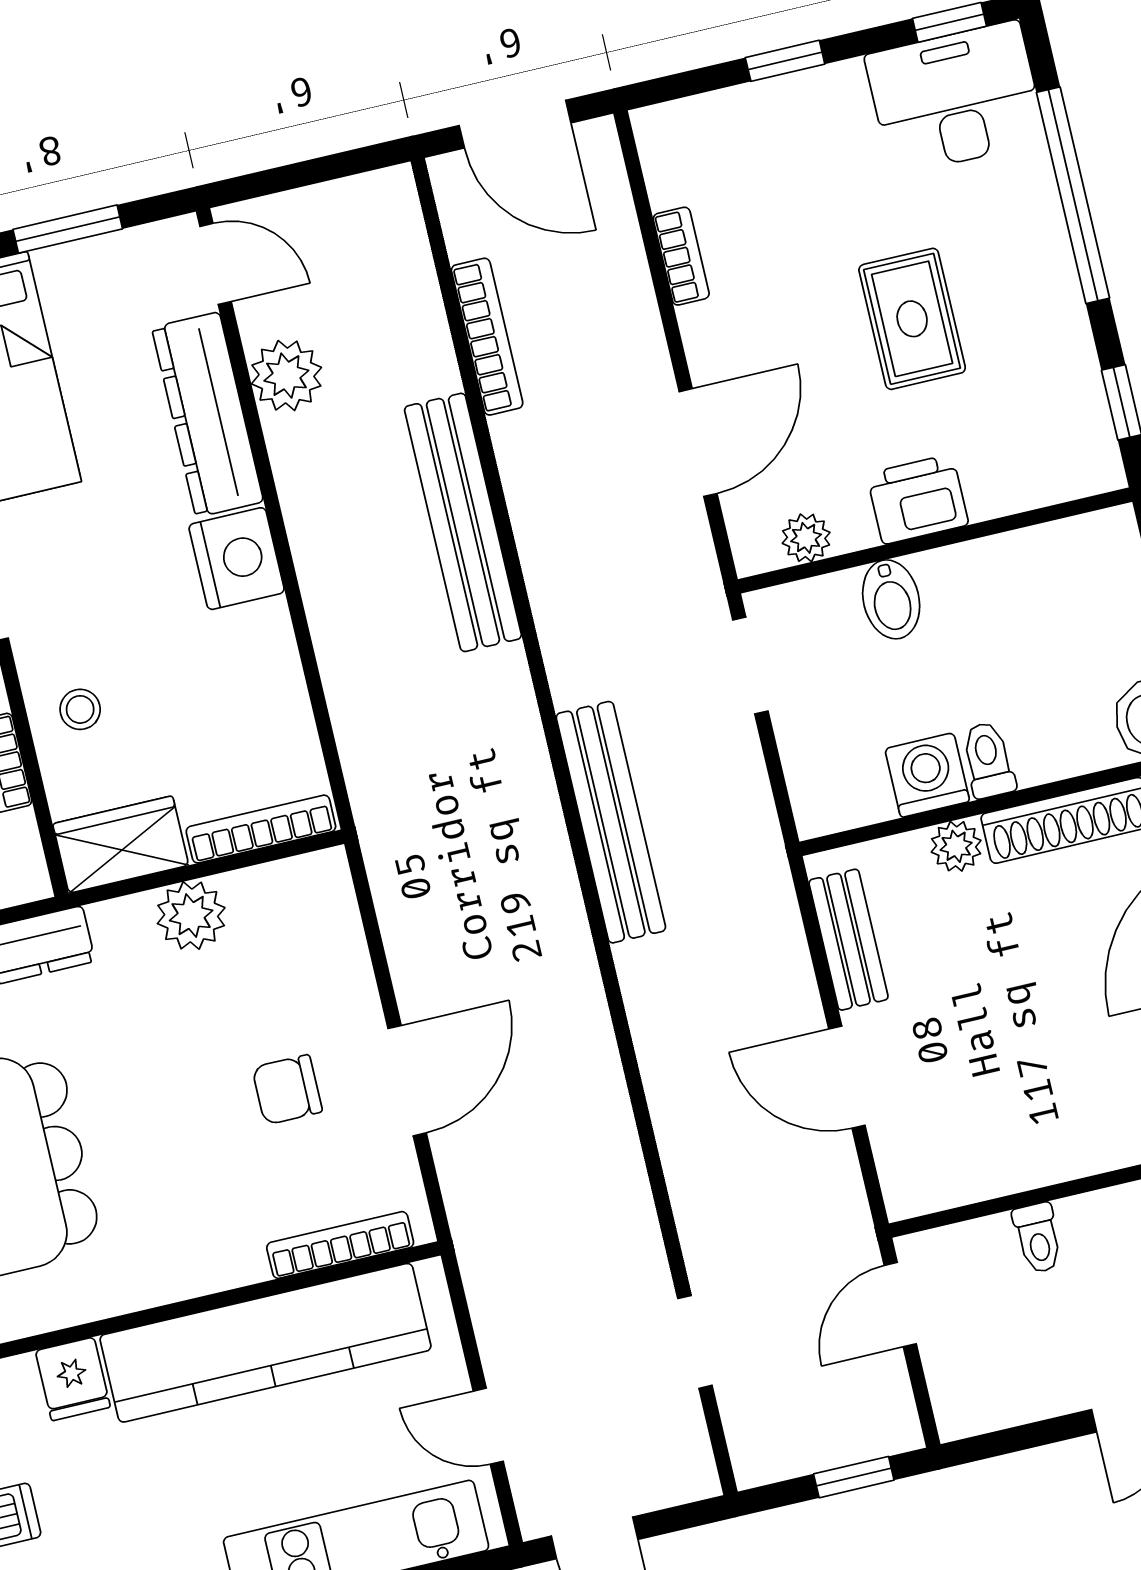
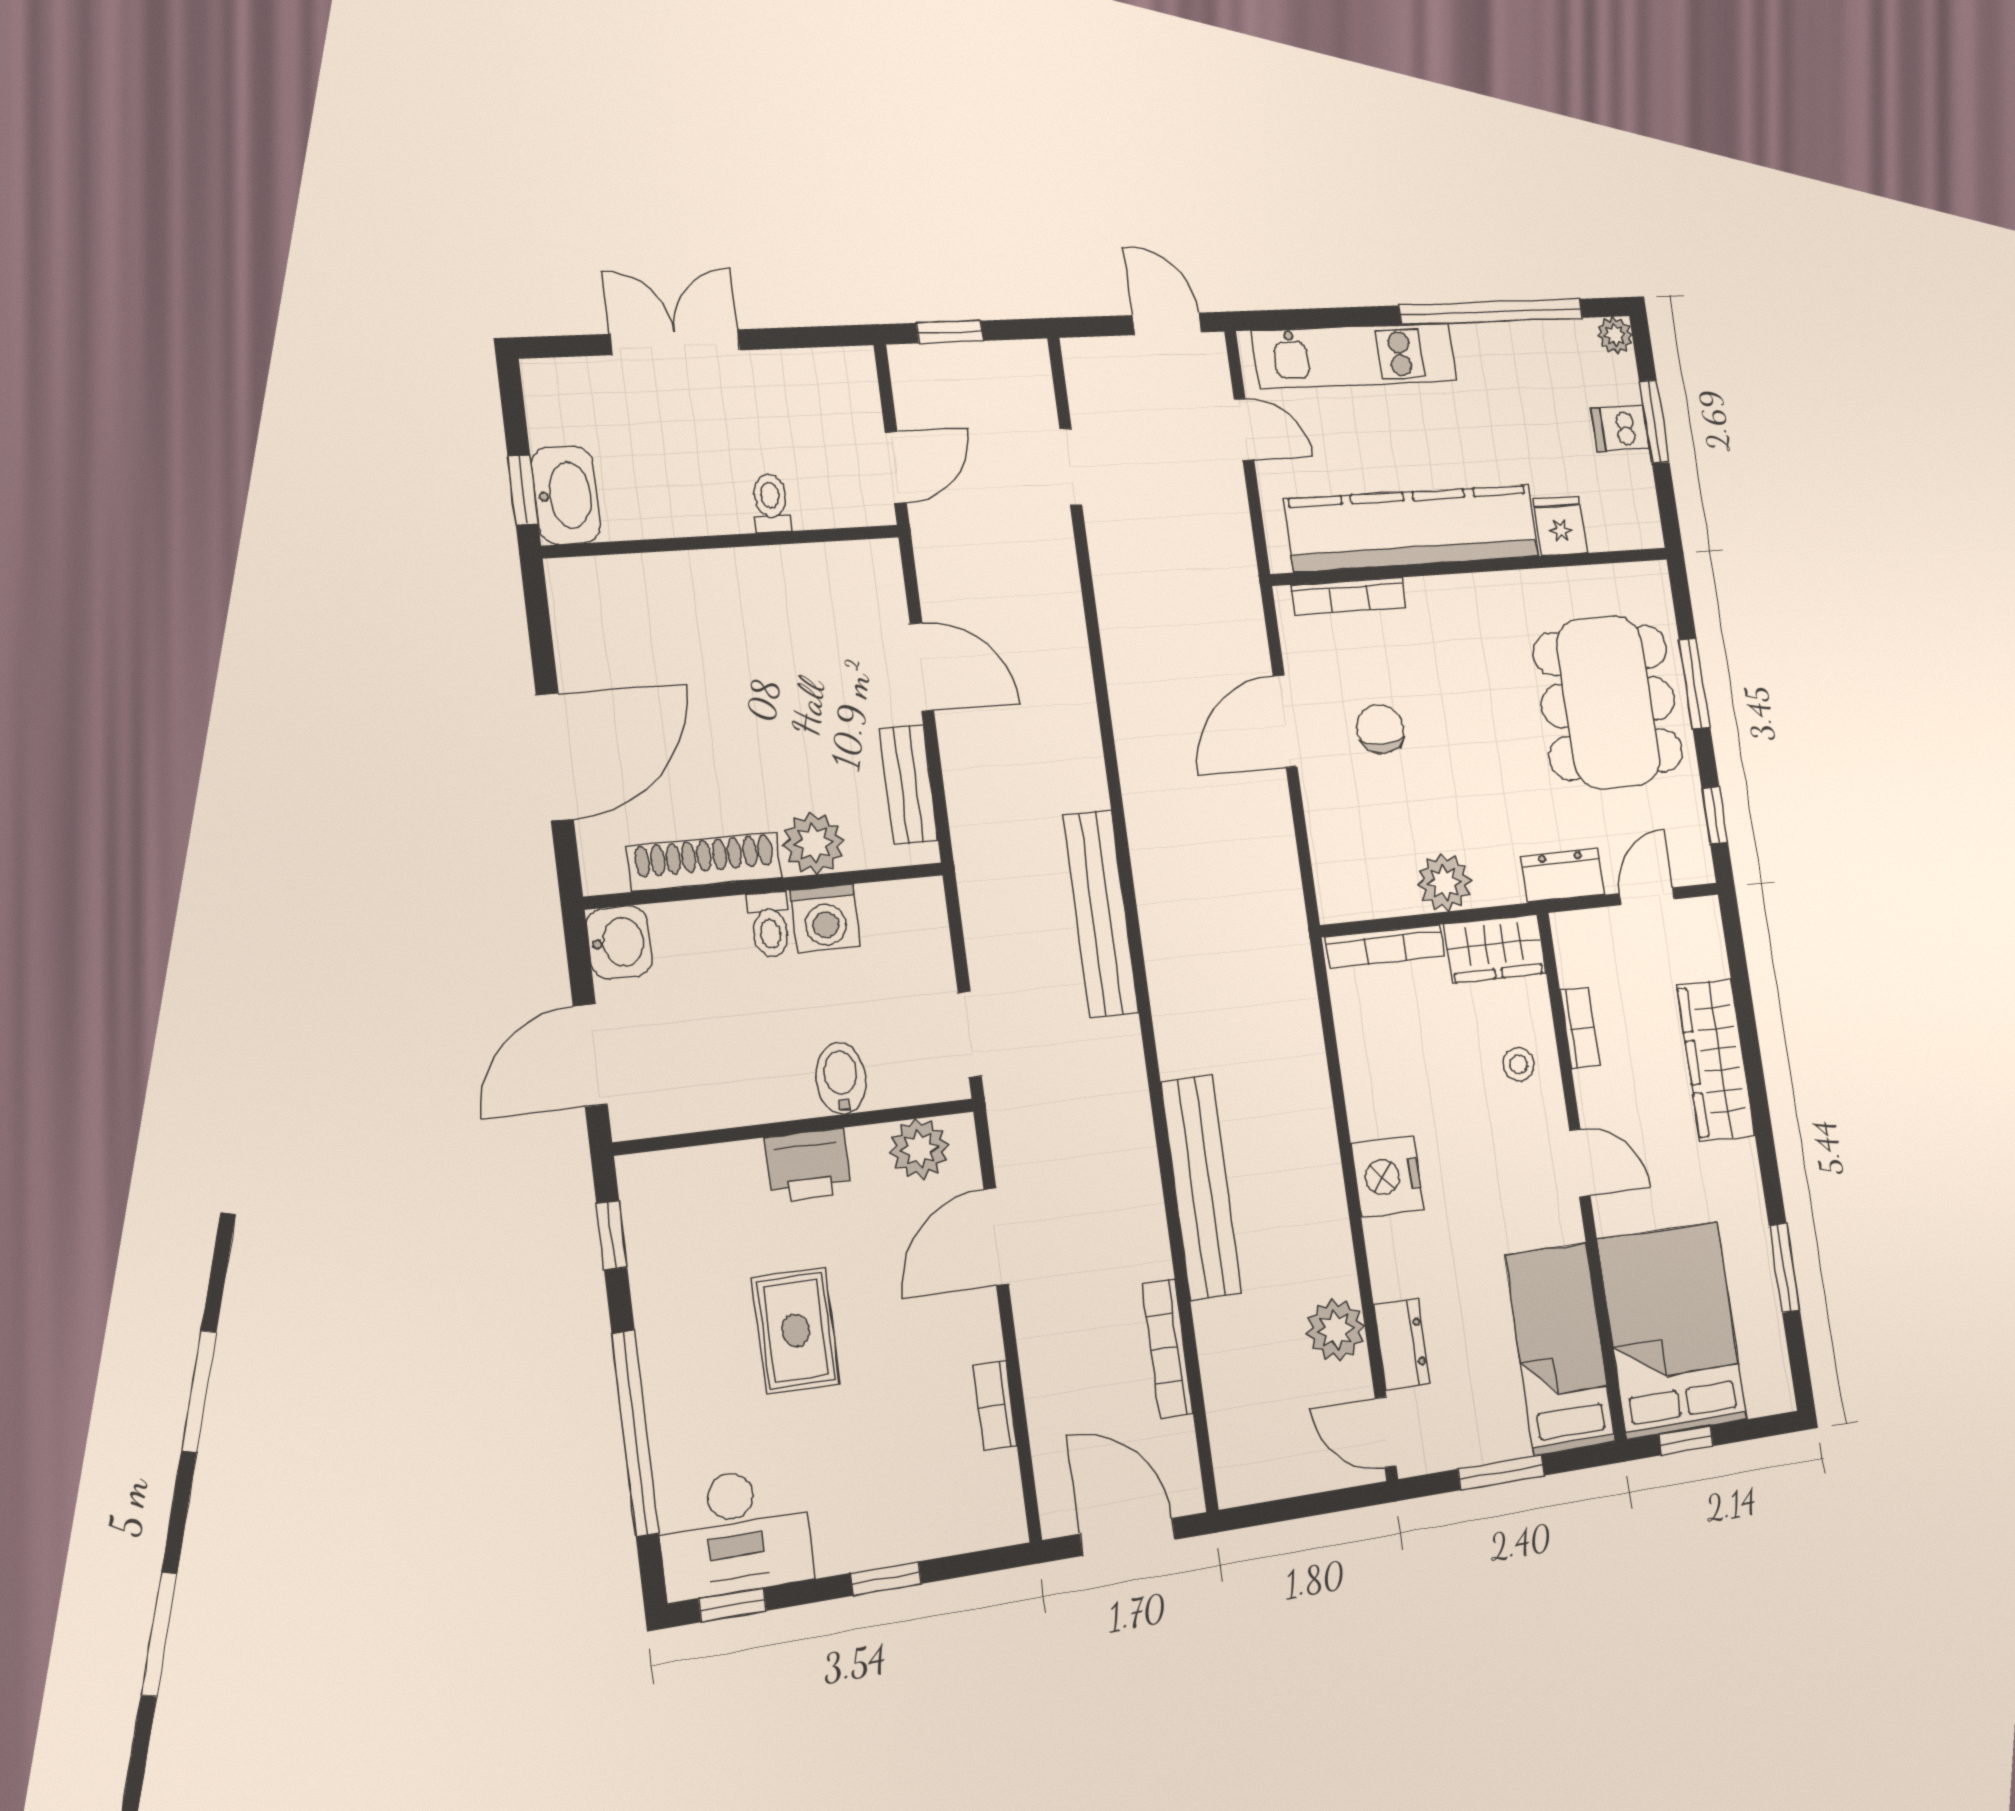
dresser: (208, 415) -> (1402, 1344), width x0.51, depth x0.80
plant: (806, 538) -> (919, 1149), width x1.38, depth x1.38
plant: (956, 846) -> (814, 843), width x1.38, depth x1.38
chair: (287, 1090) -> (1380, 729), turned -90

